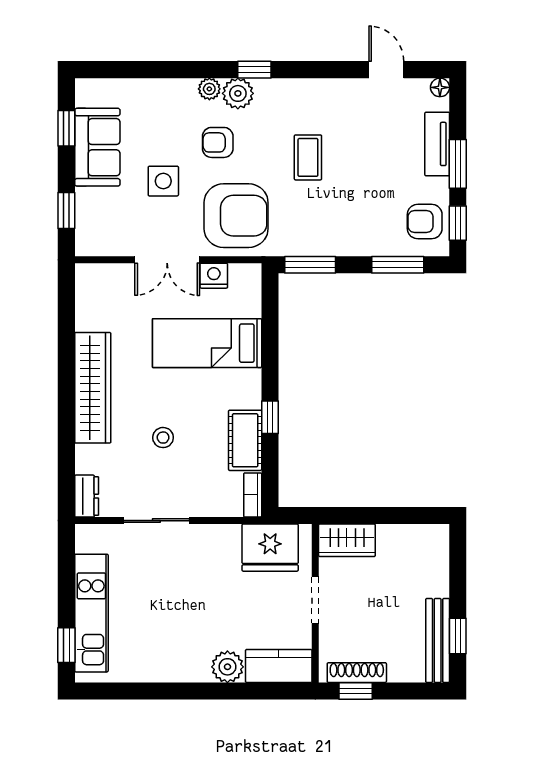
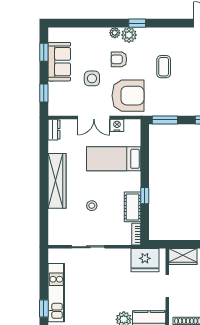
dresser: (87, 496) -> (54, 130), moved

